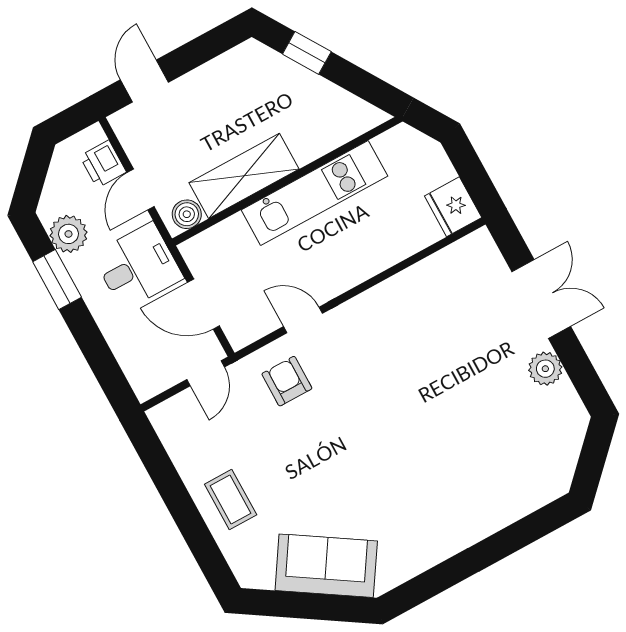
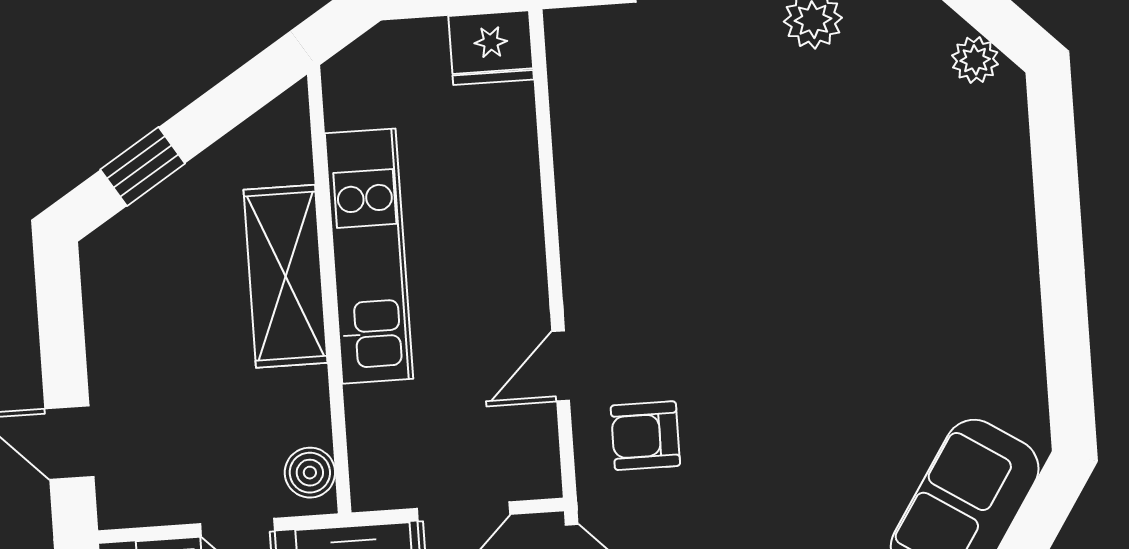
shelving: (244, 176) -> (285, 276), moved
plant: (563, 463) -> (975, 60), added

